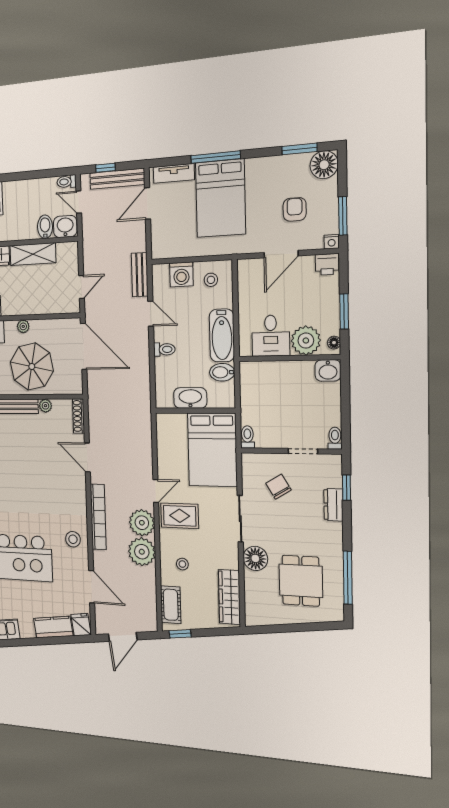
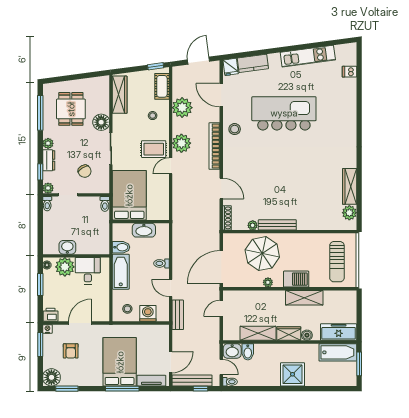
door: (84, 346) -> (221, 267), hinge flipped
washbasin: (328, 370) -> (67, 247), moved
plant: (334, 462) -> (48, 188), added
plant: (335, 531) -> (48, 143), added
plant: (142, 552) -> (182, 108), moved

